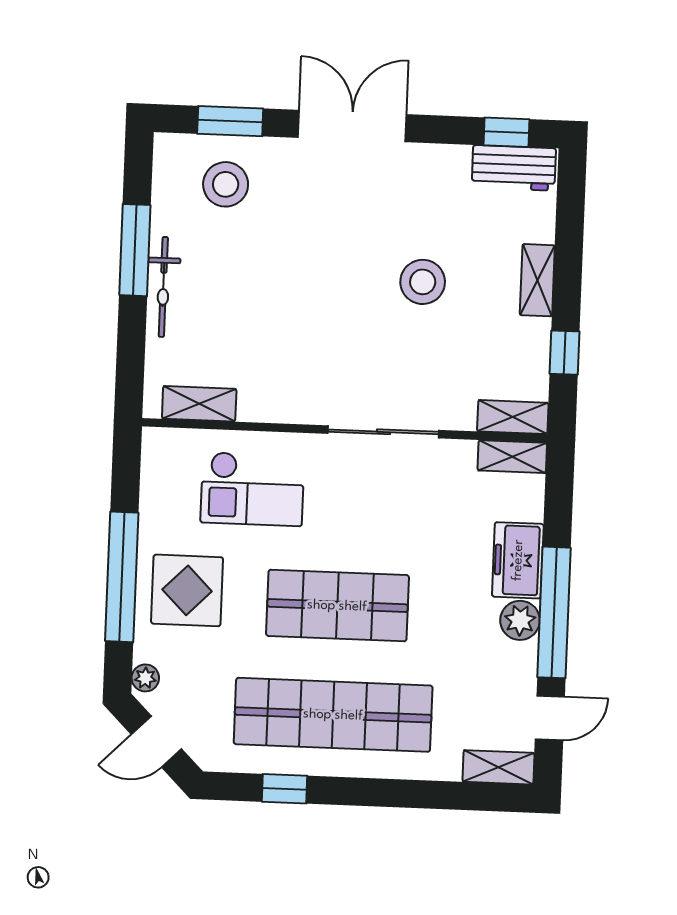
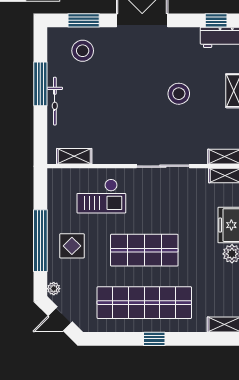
display table: (187, 590) -> (72, 246), width x0.73, depth x0.73
window: (285, 789) -> (154, 339), moved

